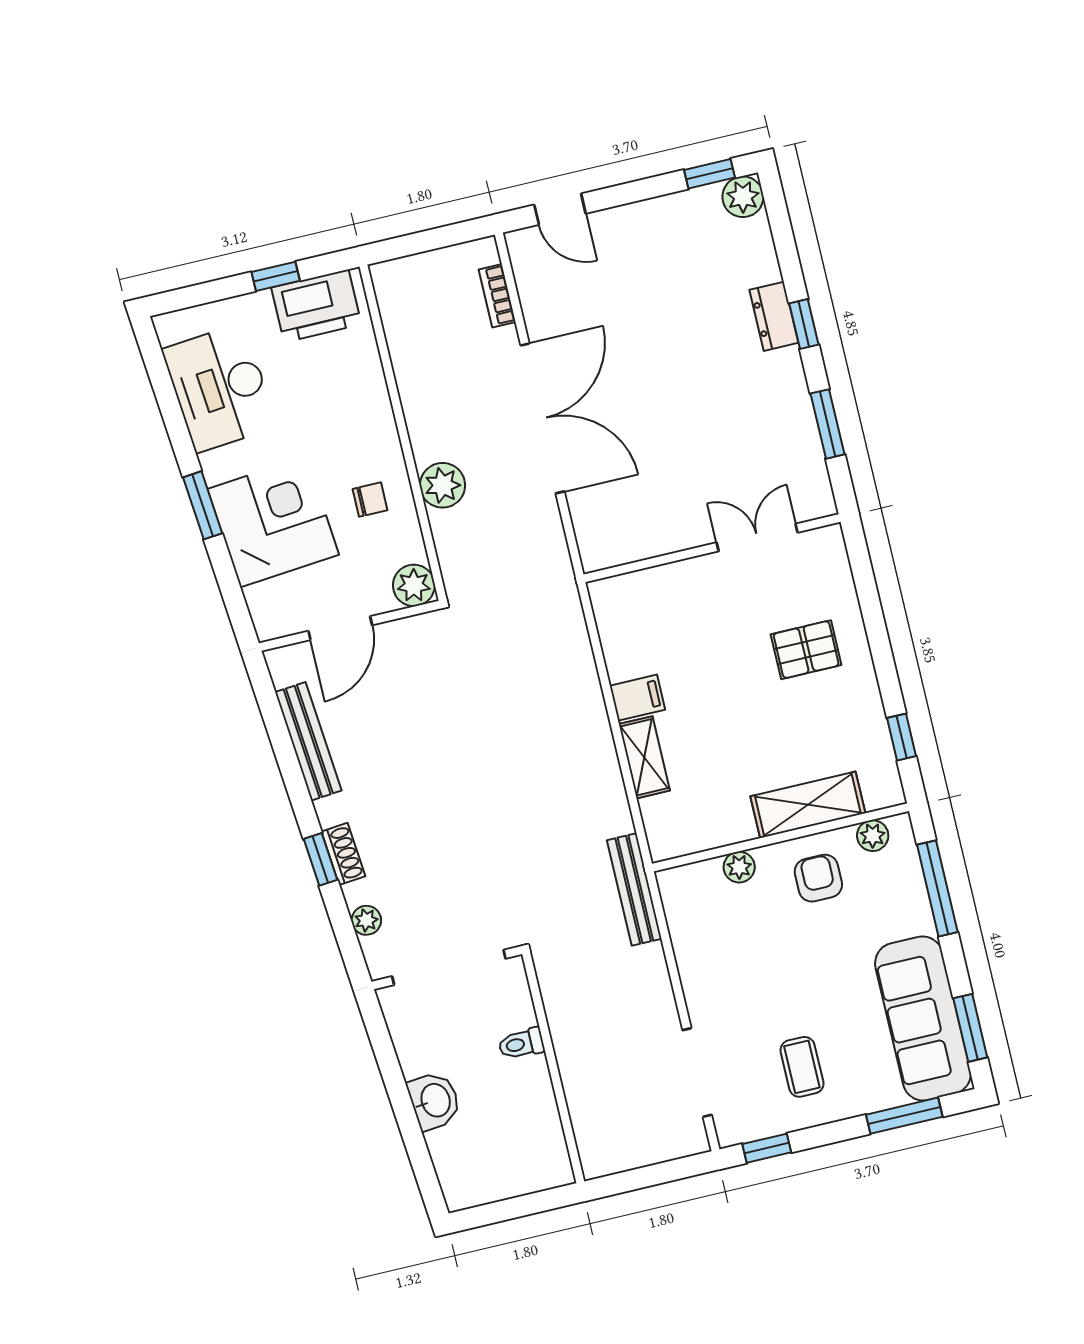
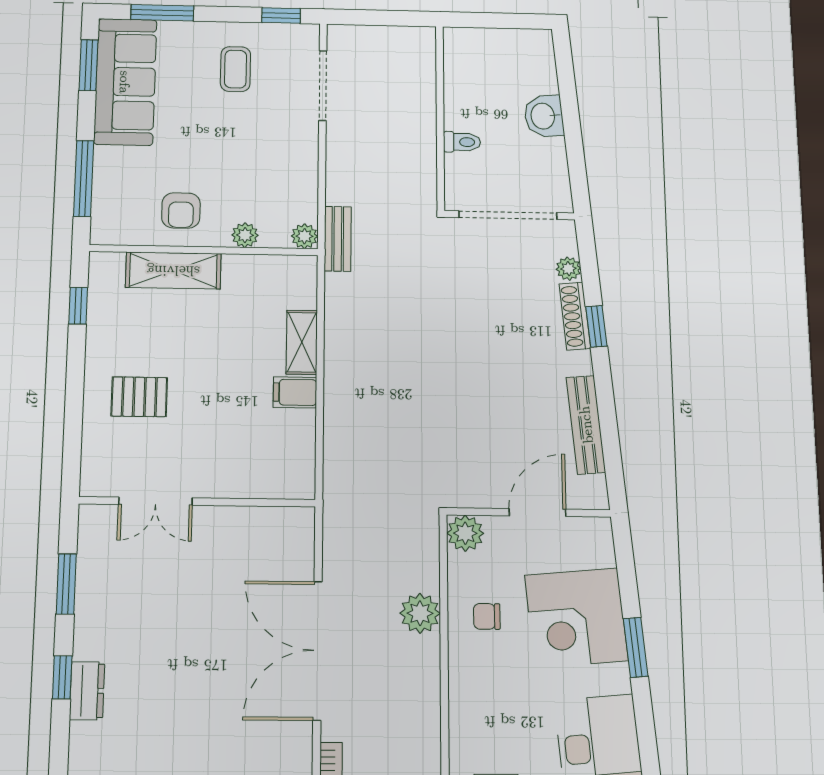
plant: (873, 836) -> (304, 236), moved
shoe rack: (343, 854) -> (575, 316), width x1.43
bench: (634, 889) -> (338, 239), width x0.73

